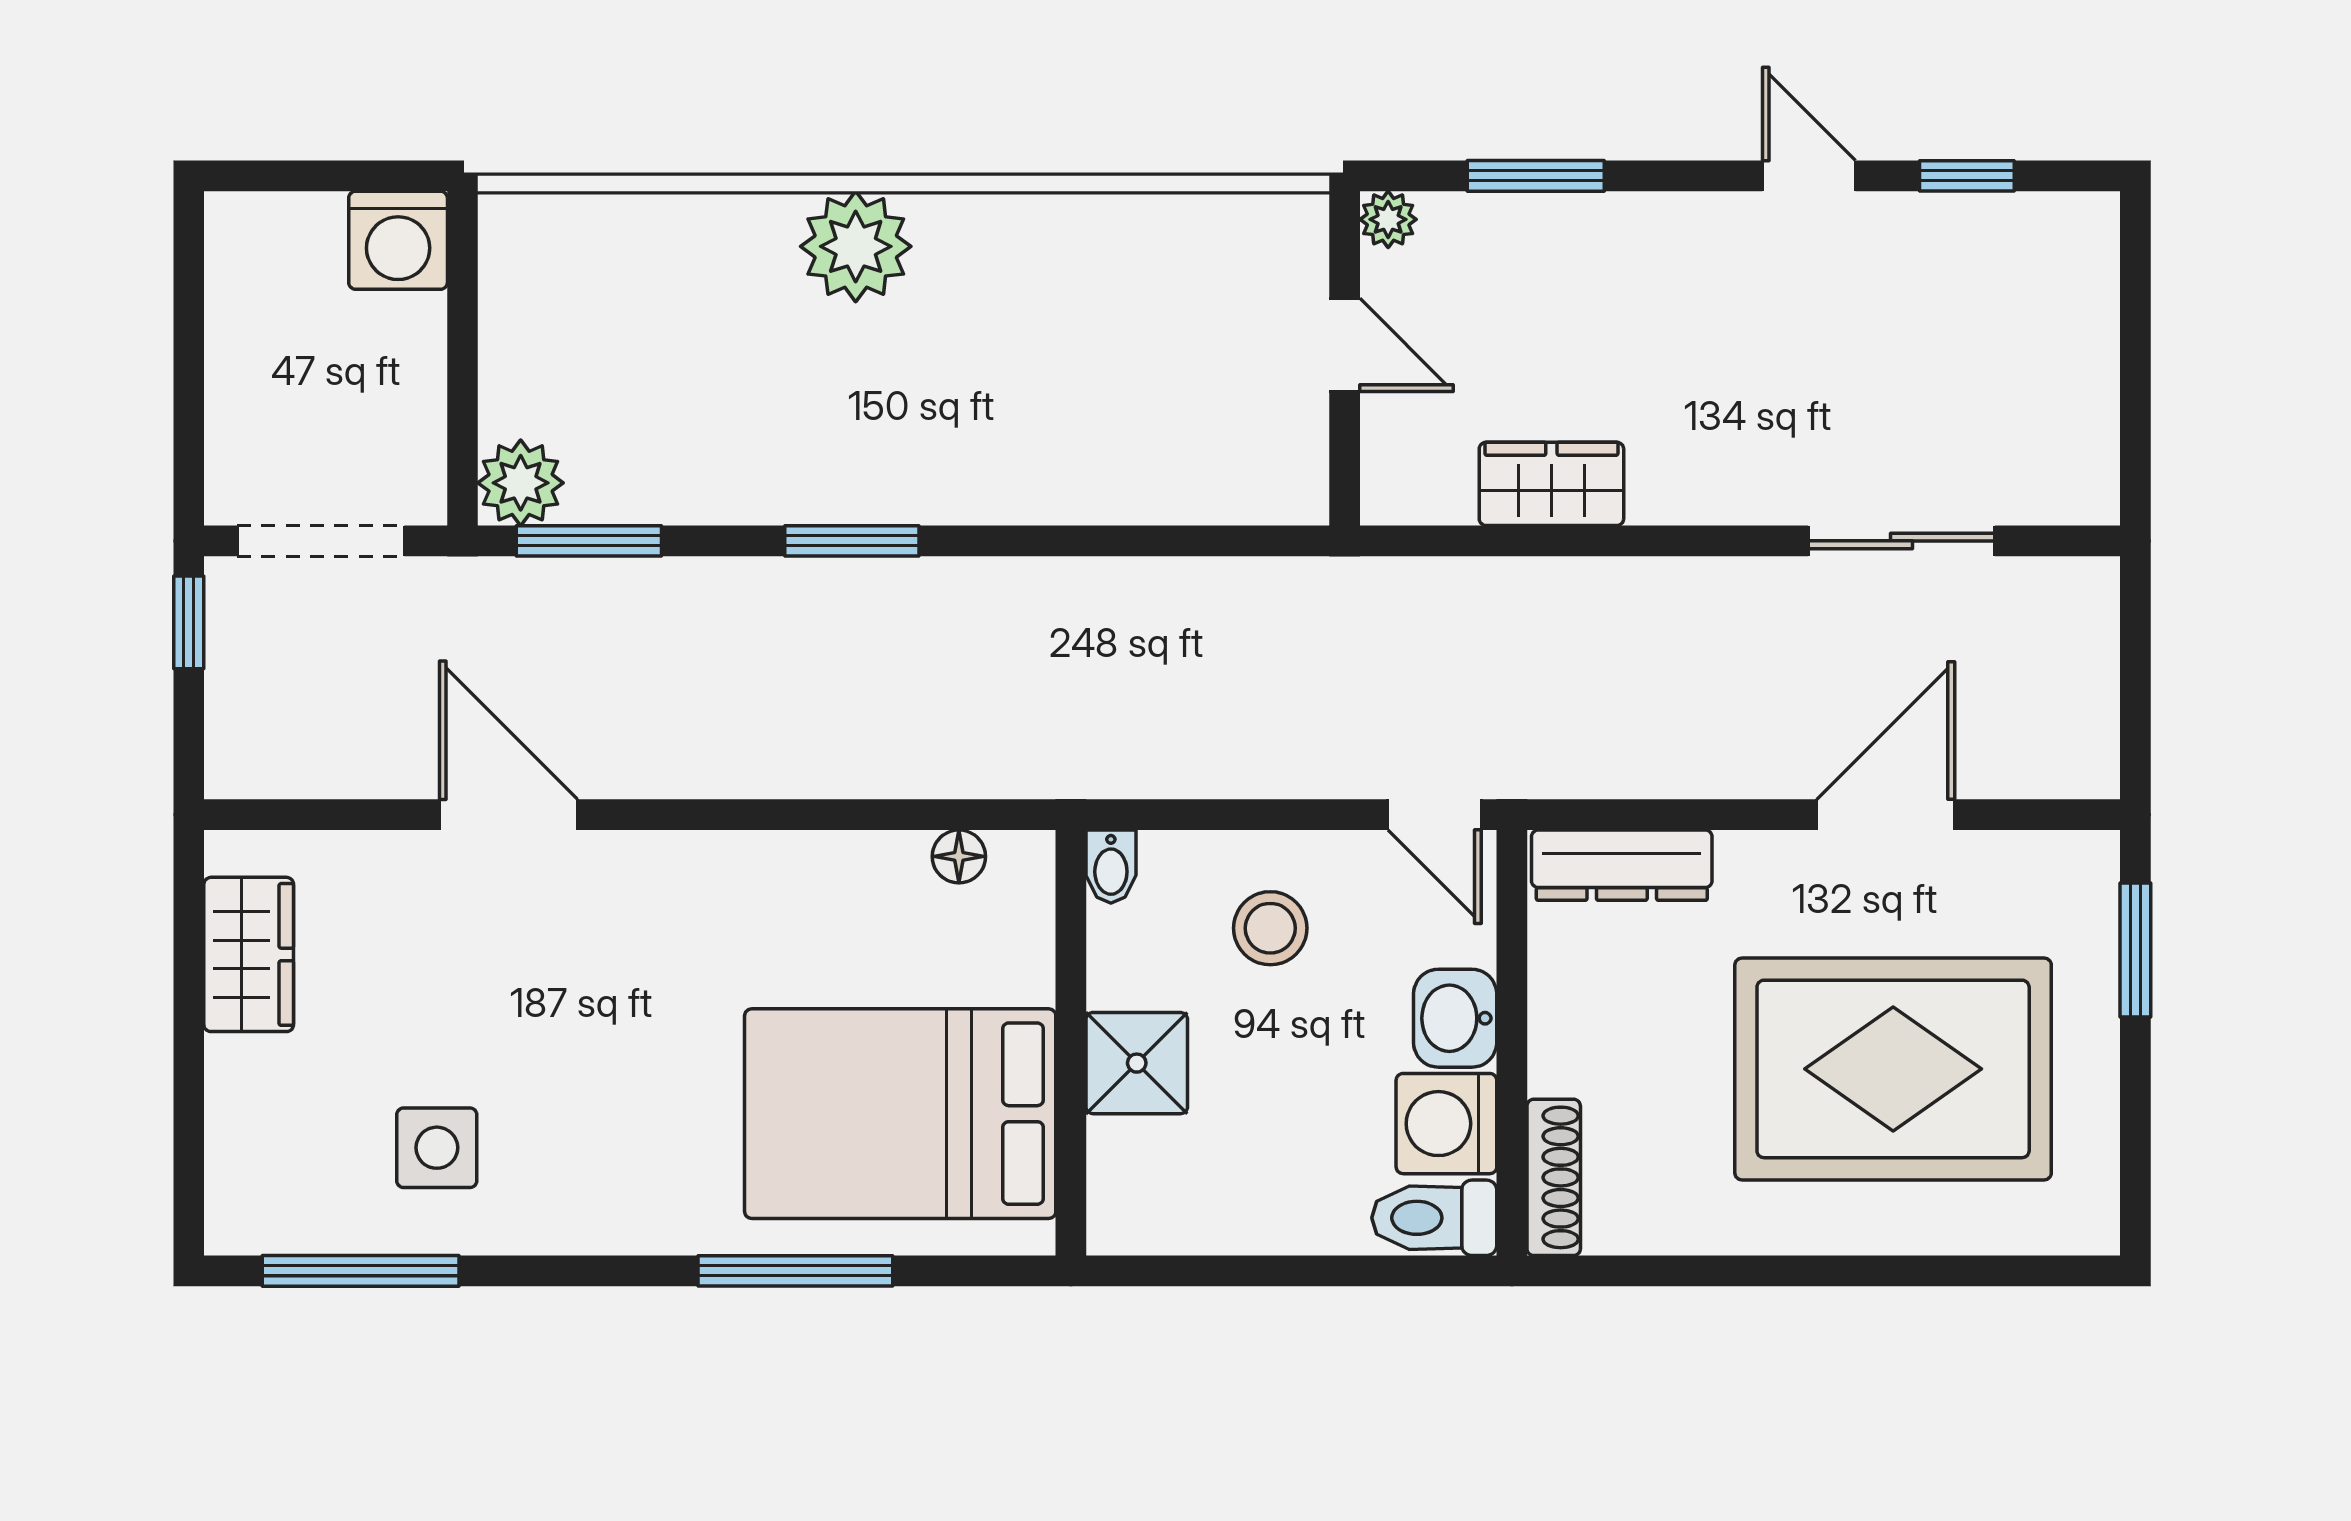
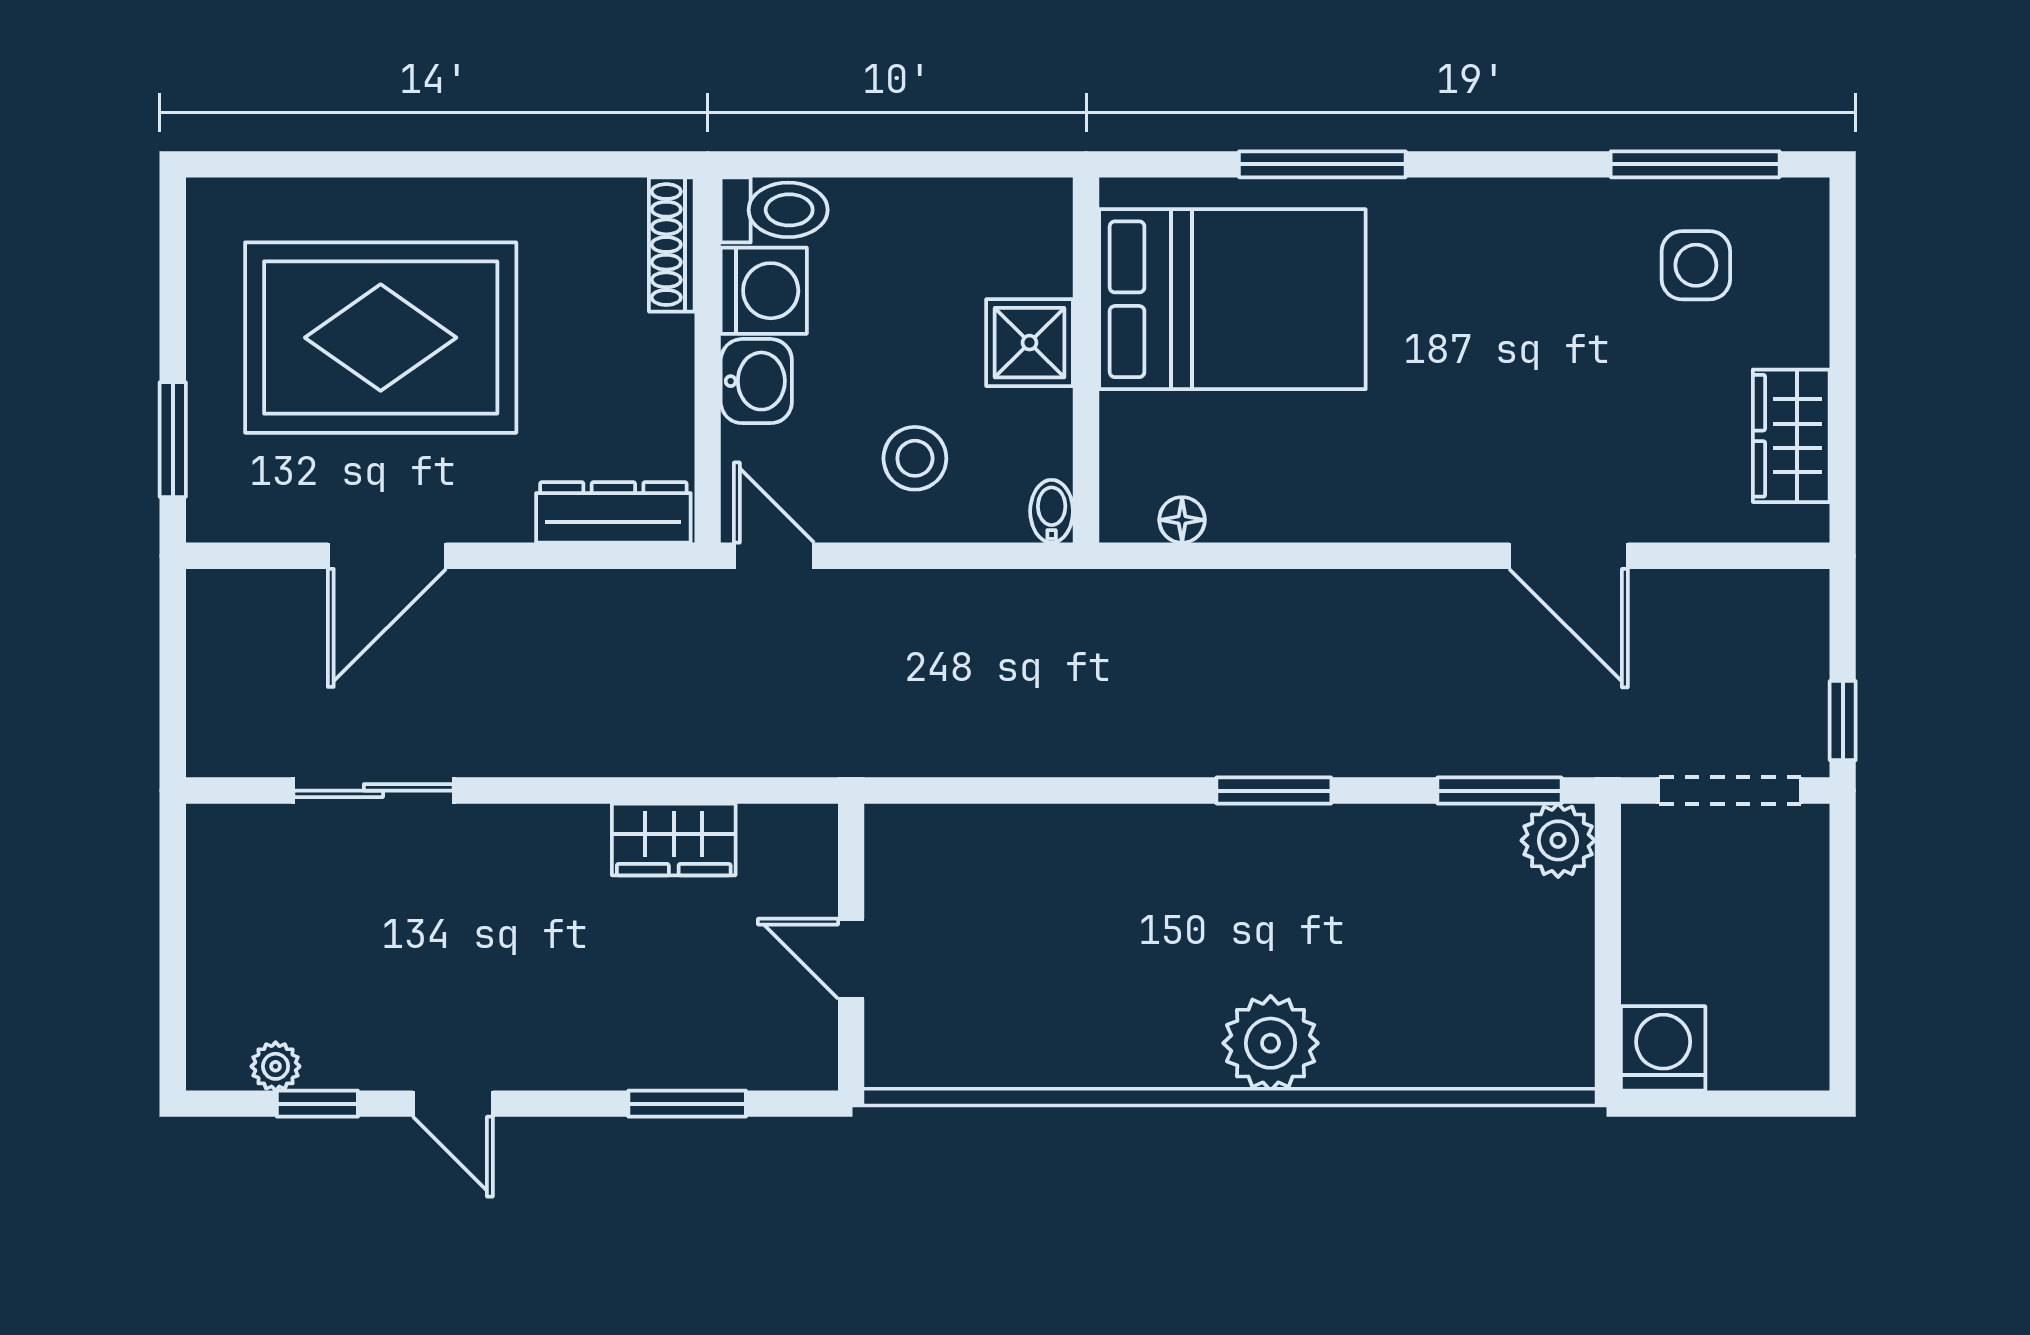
plant: (1388, 219) -> (276, 1066), moved
side table: (437, 1148) -> (1696, 265), moved

